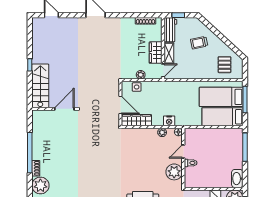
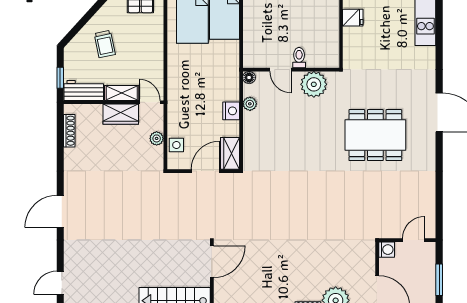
door: (64, 109) -> (212, 262), swing flipped
wardrobe: (136, 120) -> (230, 153), width x0.67
nightstand: (169, 121) -> (231, 111), moved

